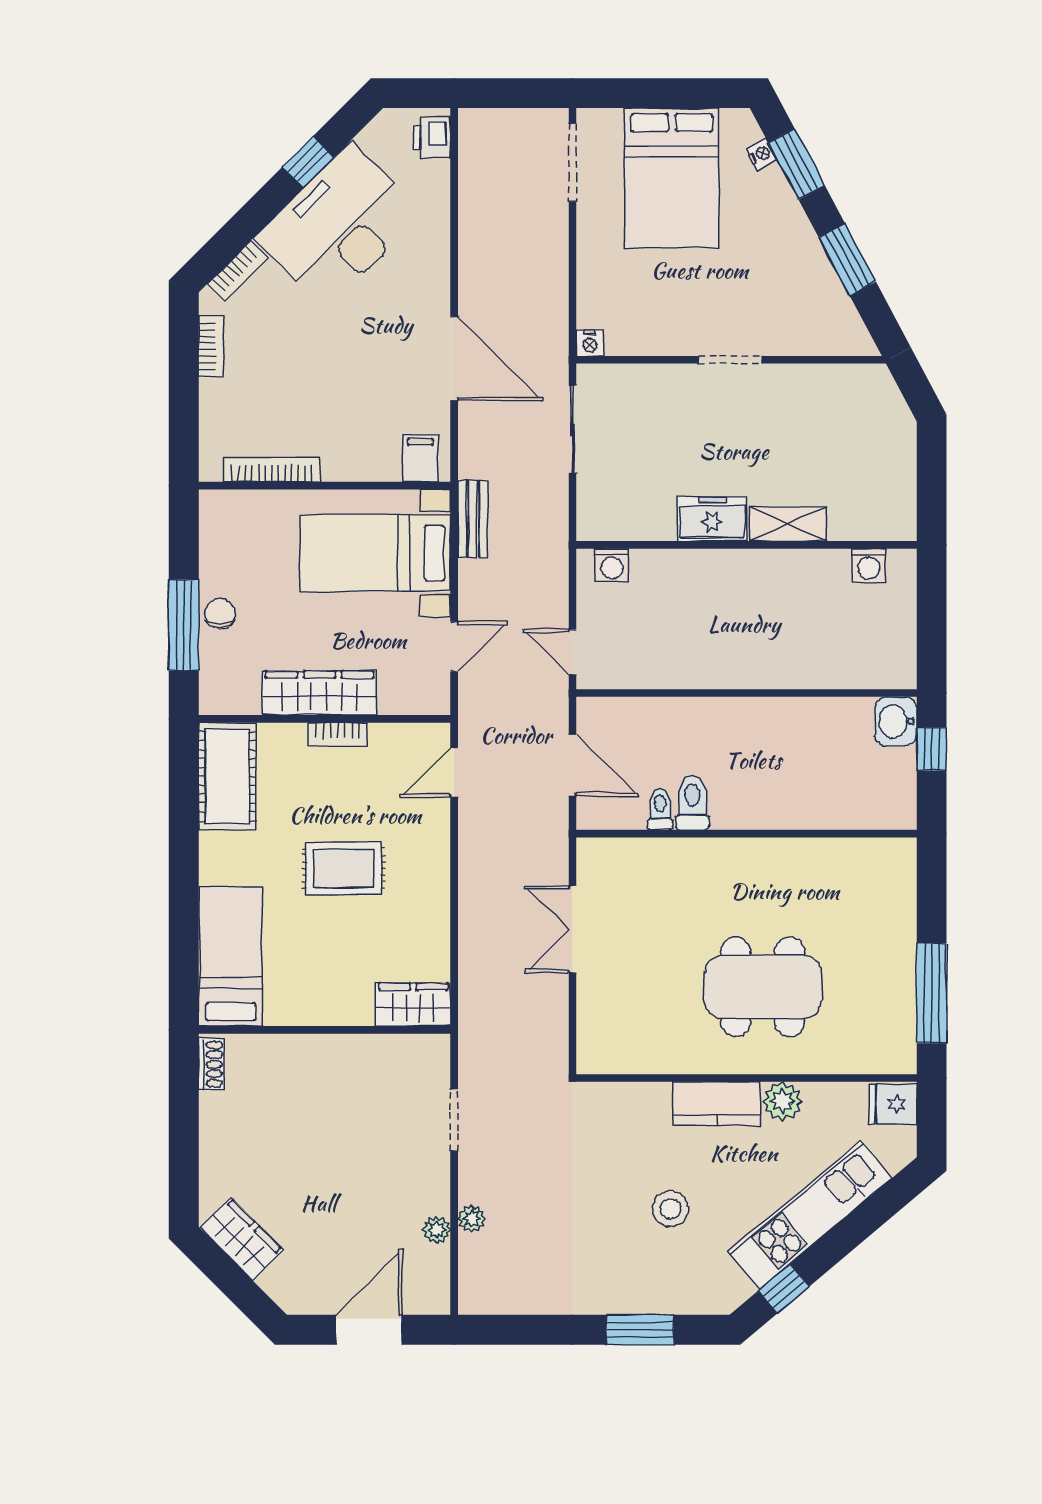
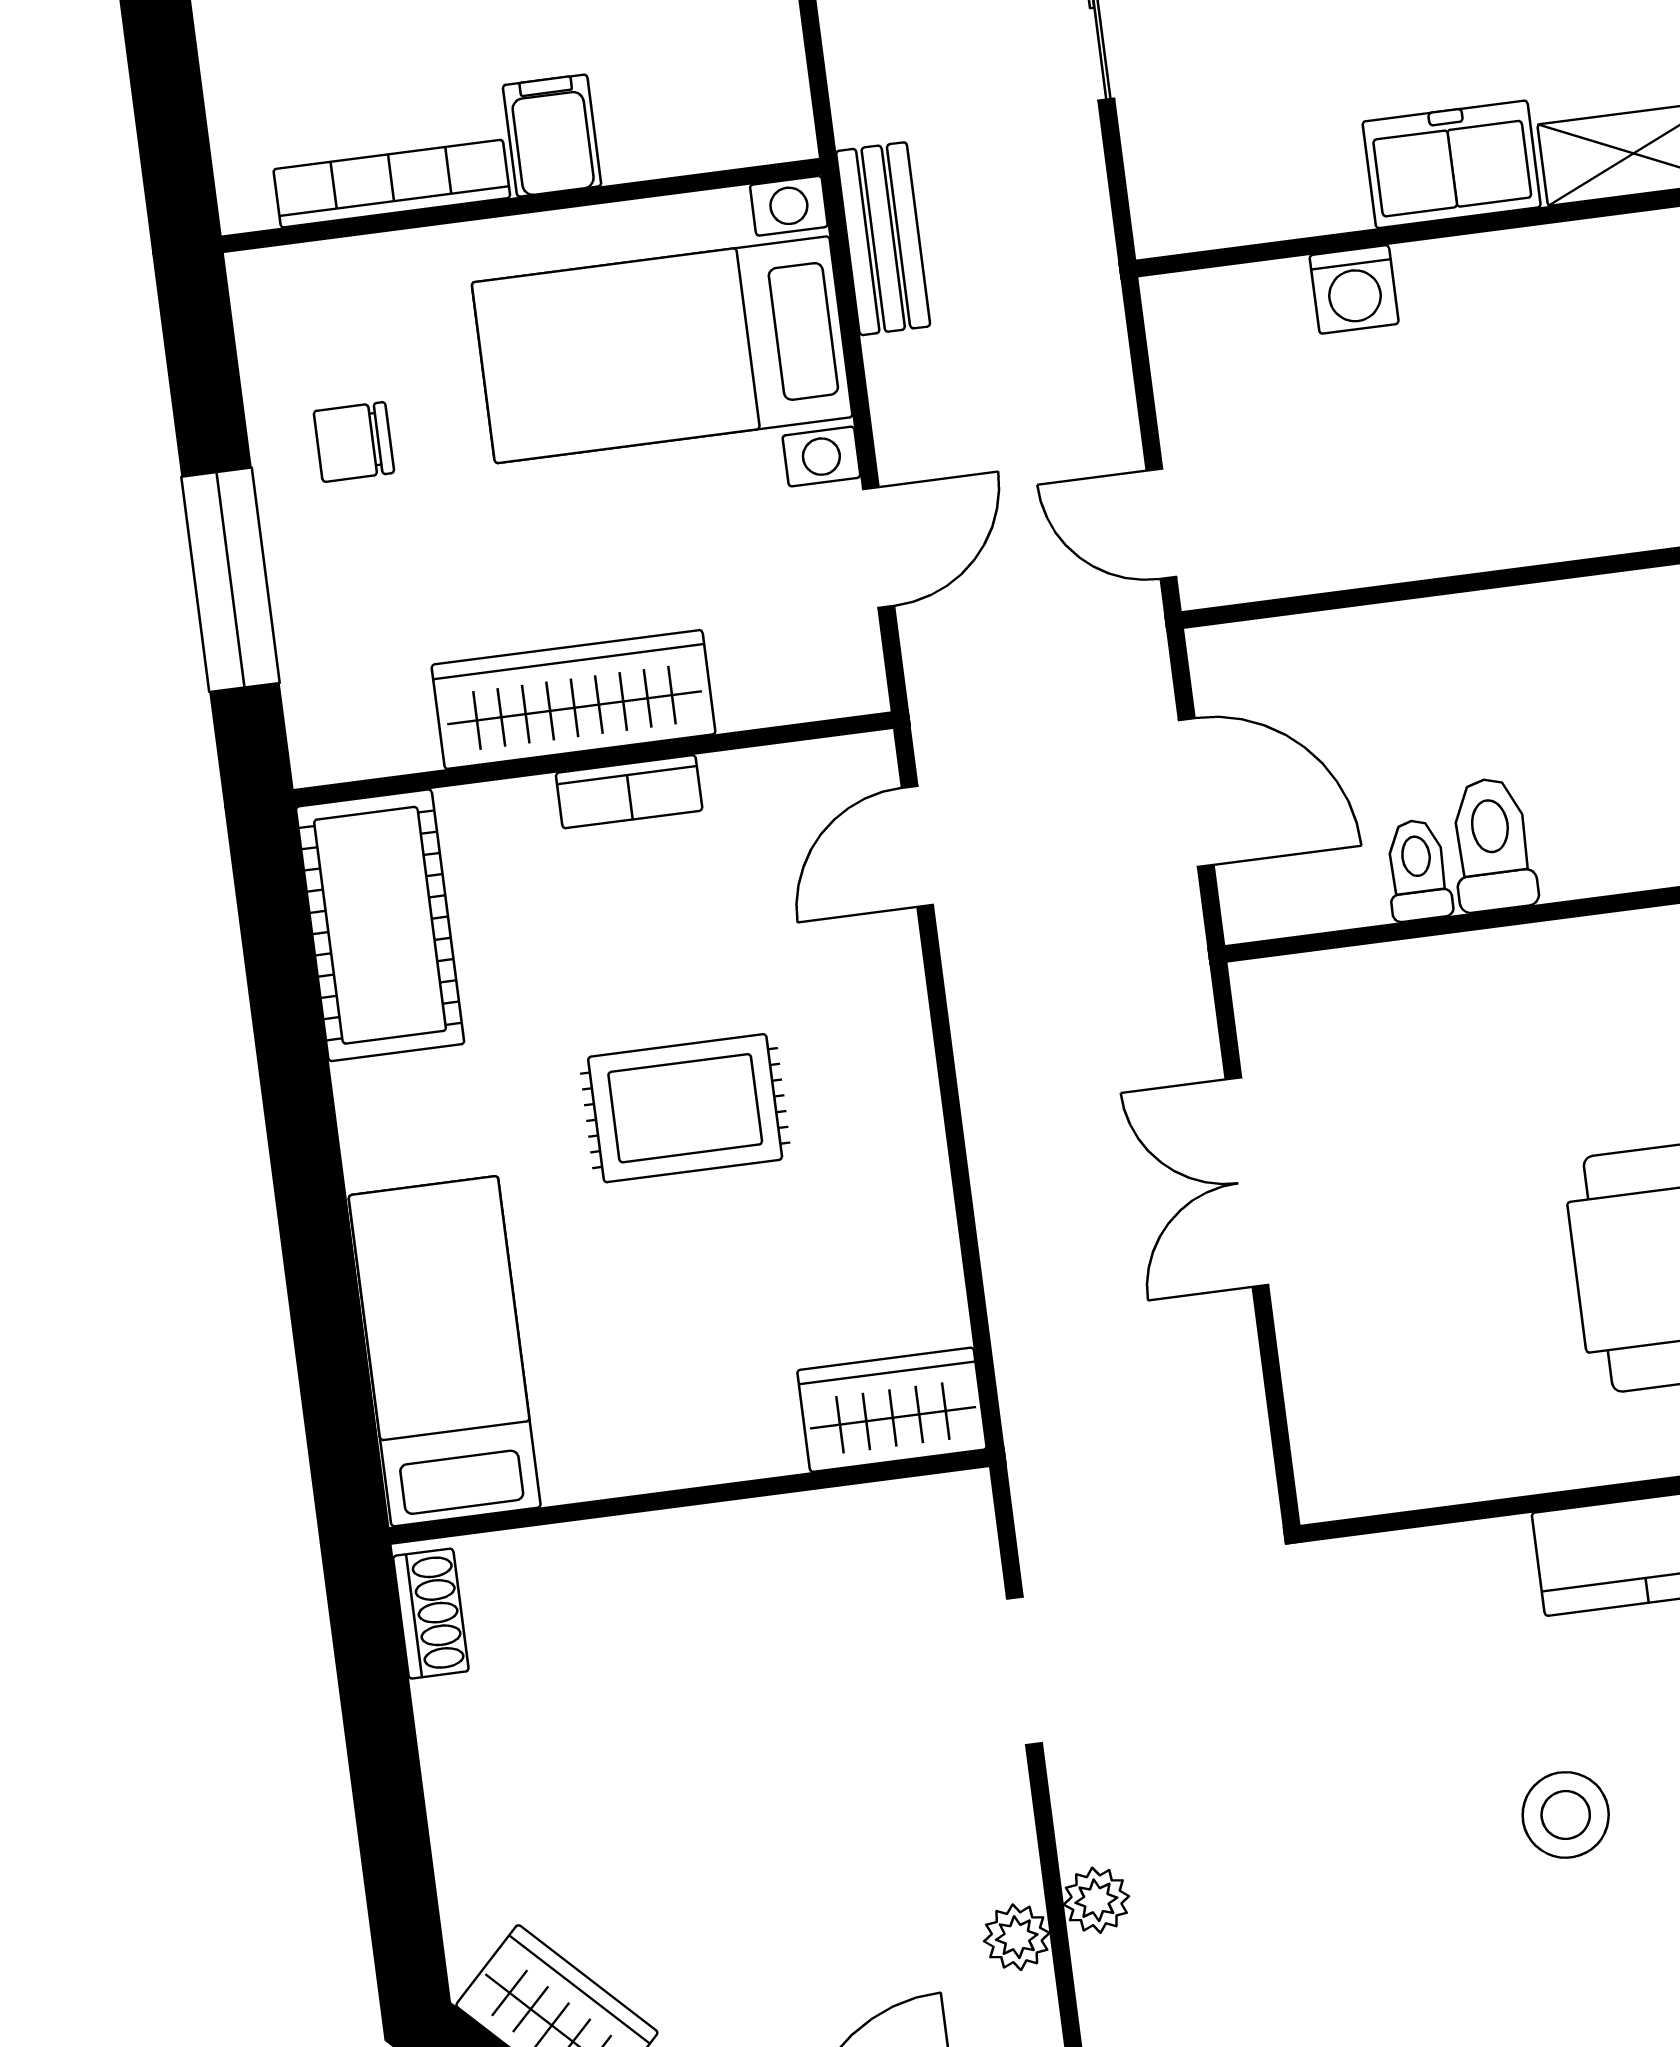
filing cabinet: (420, 458) -> (552, 136), moved
washing machine: (612, 565) -> (1354, 289), moved
chair: (220, 614) -> (354, 442), moved, turned -90

